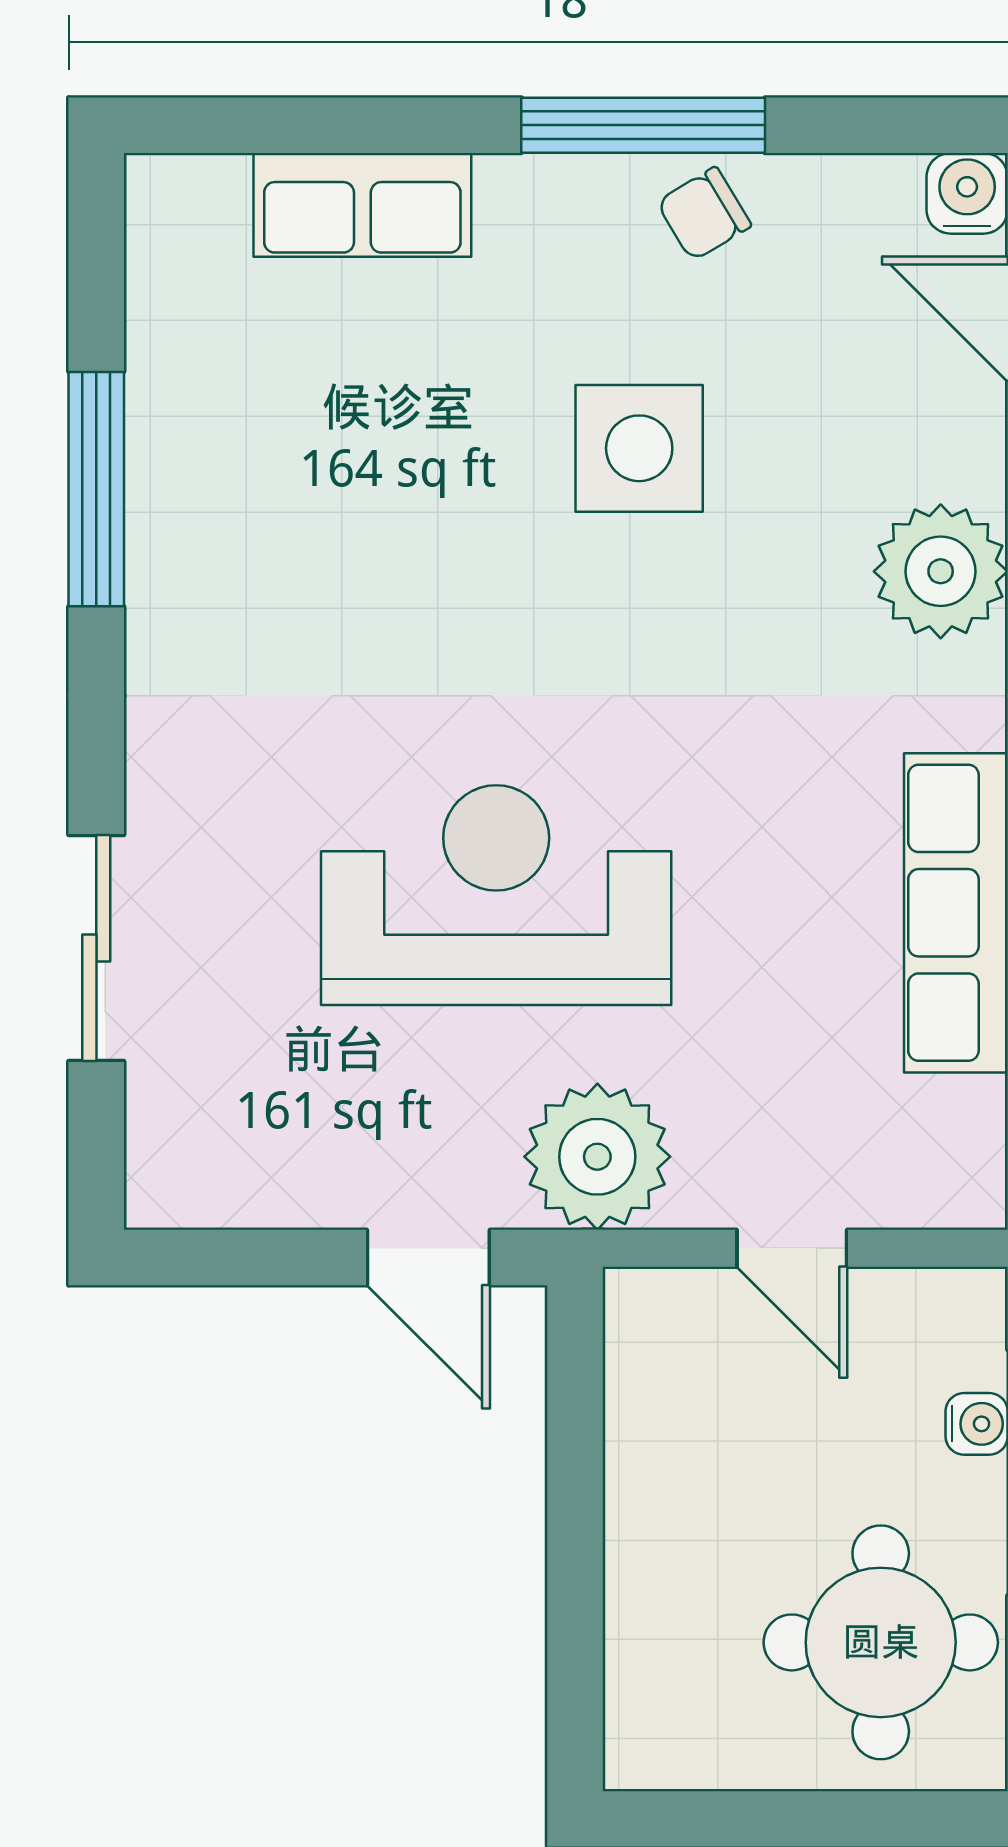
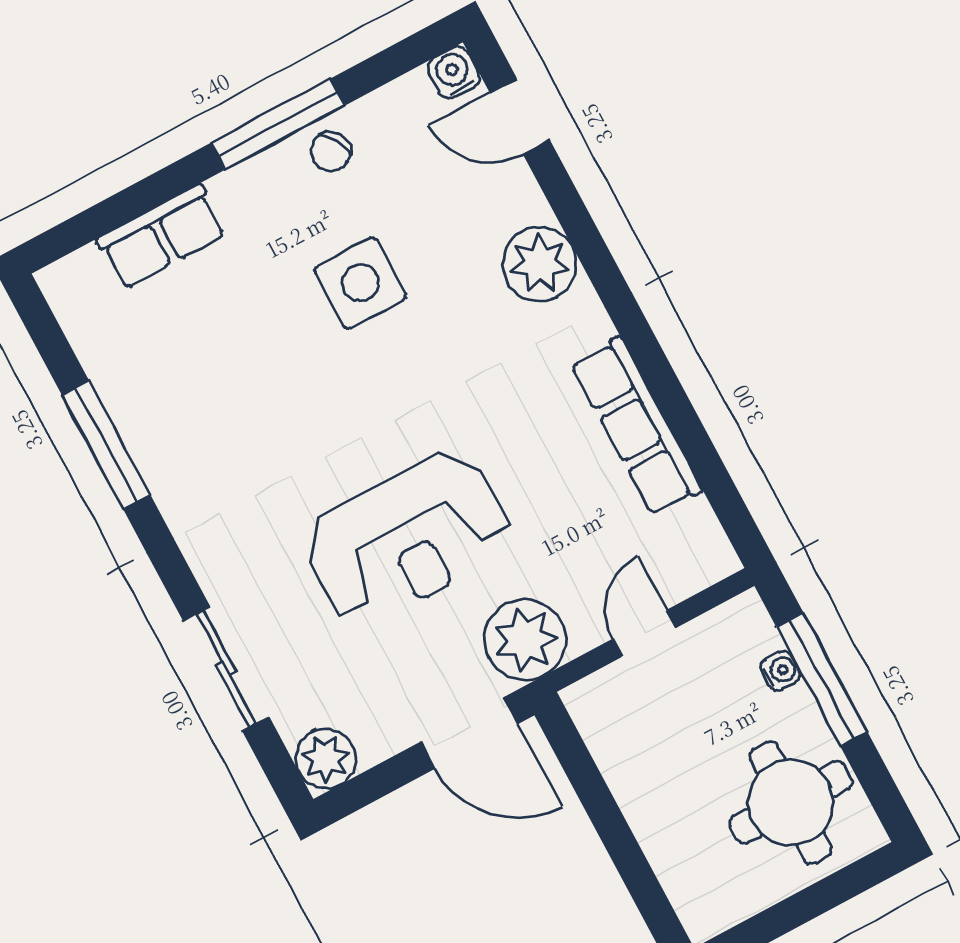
reception desk: (496, 895) -> (408, 538), turned 180
plant: (178, 1176) -> (326, 759), added
door: (792, 1248) -> (644, 633), swing flipped
door: (428, 1257) -> (469, 733), width x1.38

